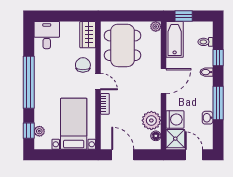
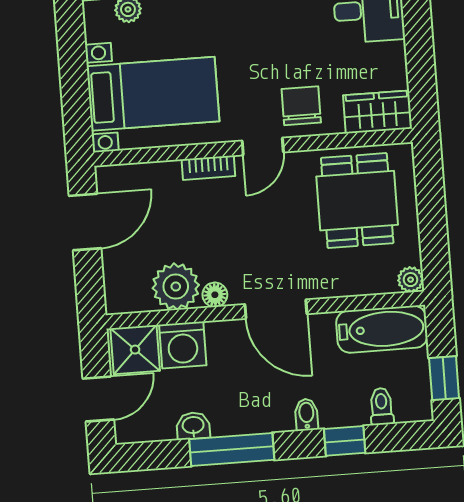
window: (184, 16) -> (444, 378), moved
dining table: (122, 45) -> (357, 201), width x0.73
chair: (83, 65) -> (301, 106), turned -90
floor lamp: (156, 136) -> (215, 295), moved

